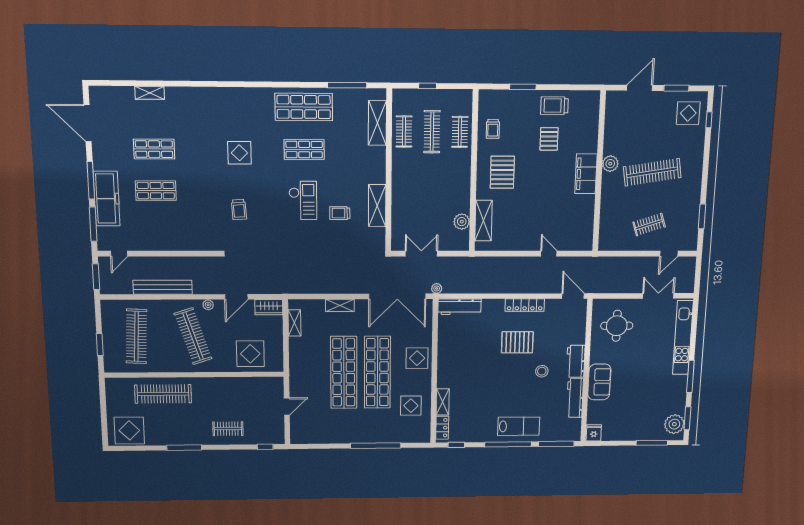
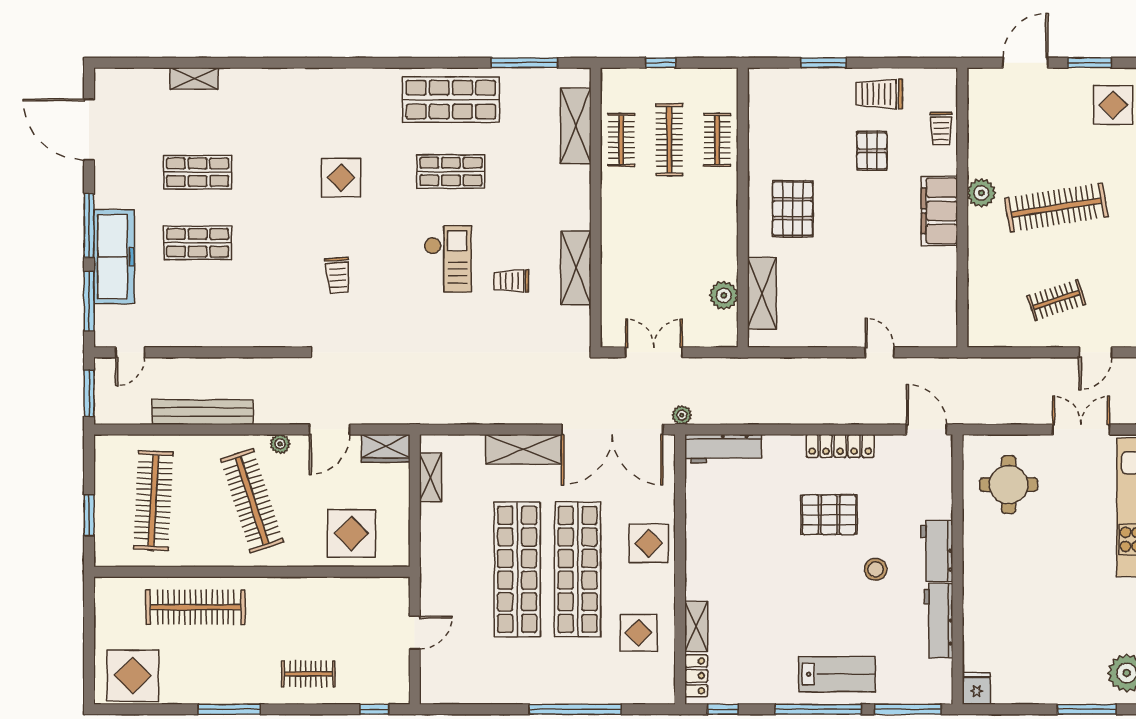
trolley: (493, 129) -> (941, 129), moved
shelving: (340, 305) -> (523, 449), width x1.50, depth x1.33
sofa: (599, 382) -> (982, 590), removed

